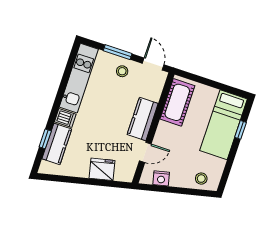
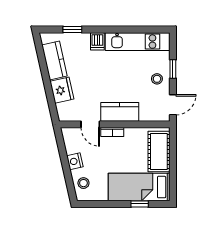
window: (118, 52) -> (173, 69), width x0.67
cot: (177, 102) -> (159, 152), moved, turned 90
bookcase: (160, 133) -> (112, 132), added
kitchen counter: (57, 144) -> (54, 60), moved, turned -103
nightstand: (161, 178) -> (75, 161), moved

